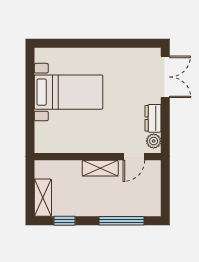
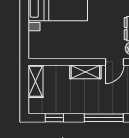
shelving: (43, 198) -> (35, 81), moved

